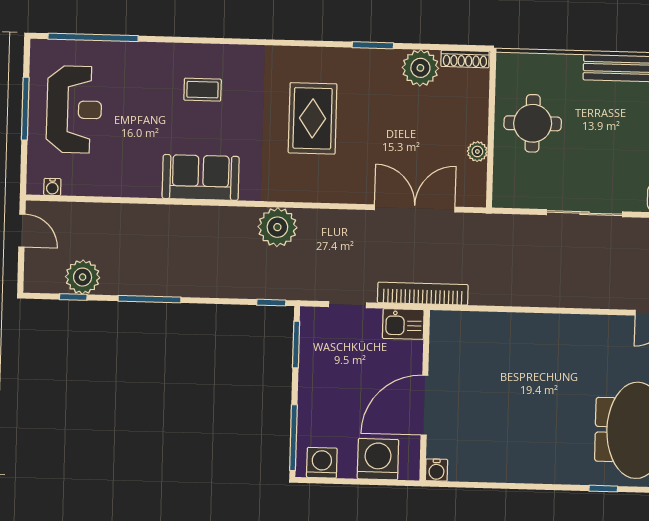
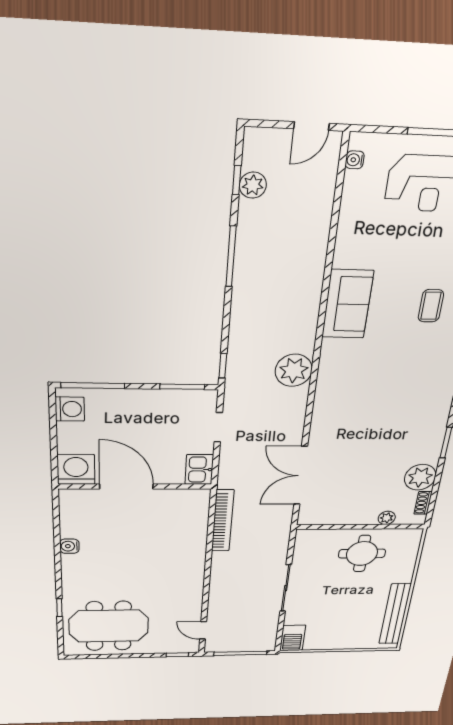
shoe rack: (465, 59) -> (423, 503), width x0.70
rug: (313, 118) -> (390, 398), removed
plant: (477, 151) -> (387, 518), moved
double door: (415, 208) -> (301, 476), swing flipped
plant: (83, 277) -> (253, 185), width x0.73, depth x0.73
bookcase: (423, 294) -> (223, 521), moved
washing machine: (378, 459) -> (76, 469), moved, turned -90
water cooler: (436, 470) -> (69, 546), moved

